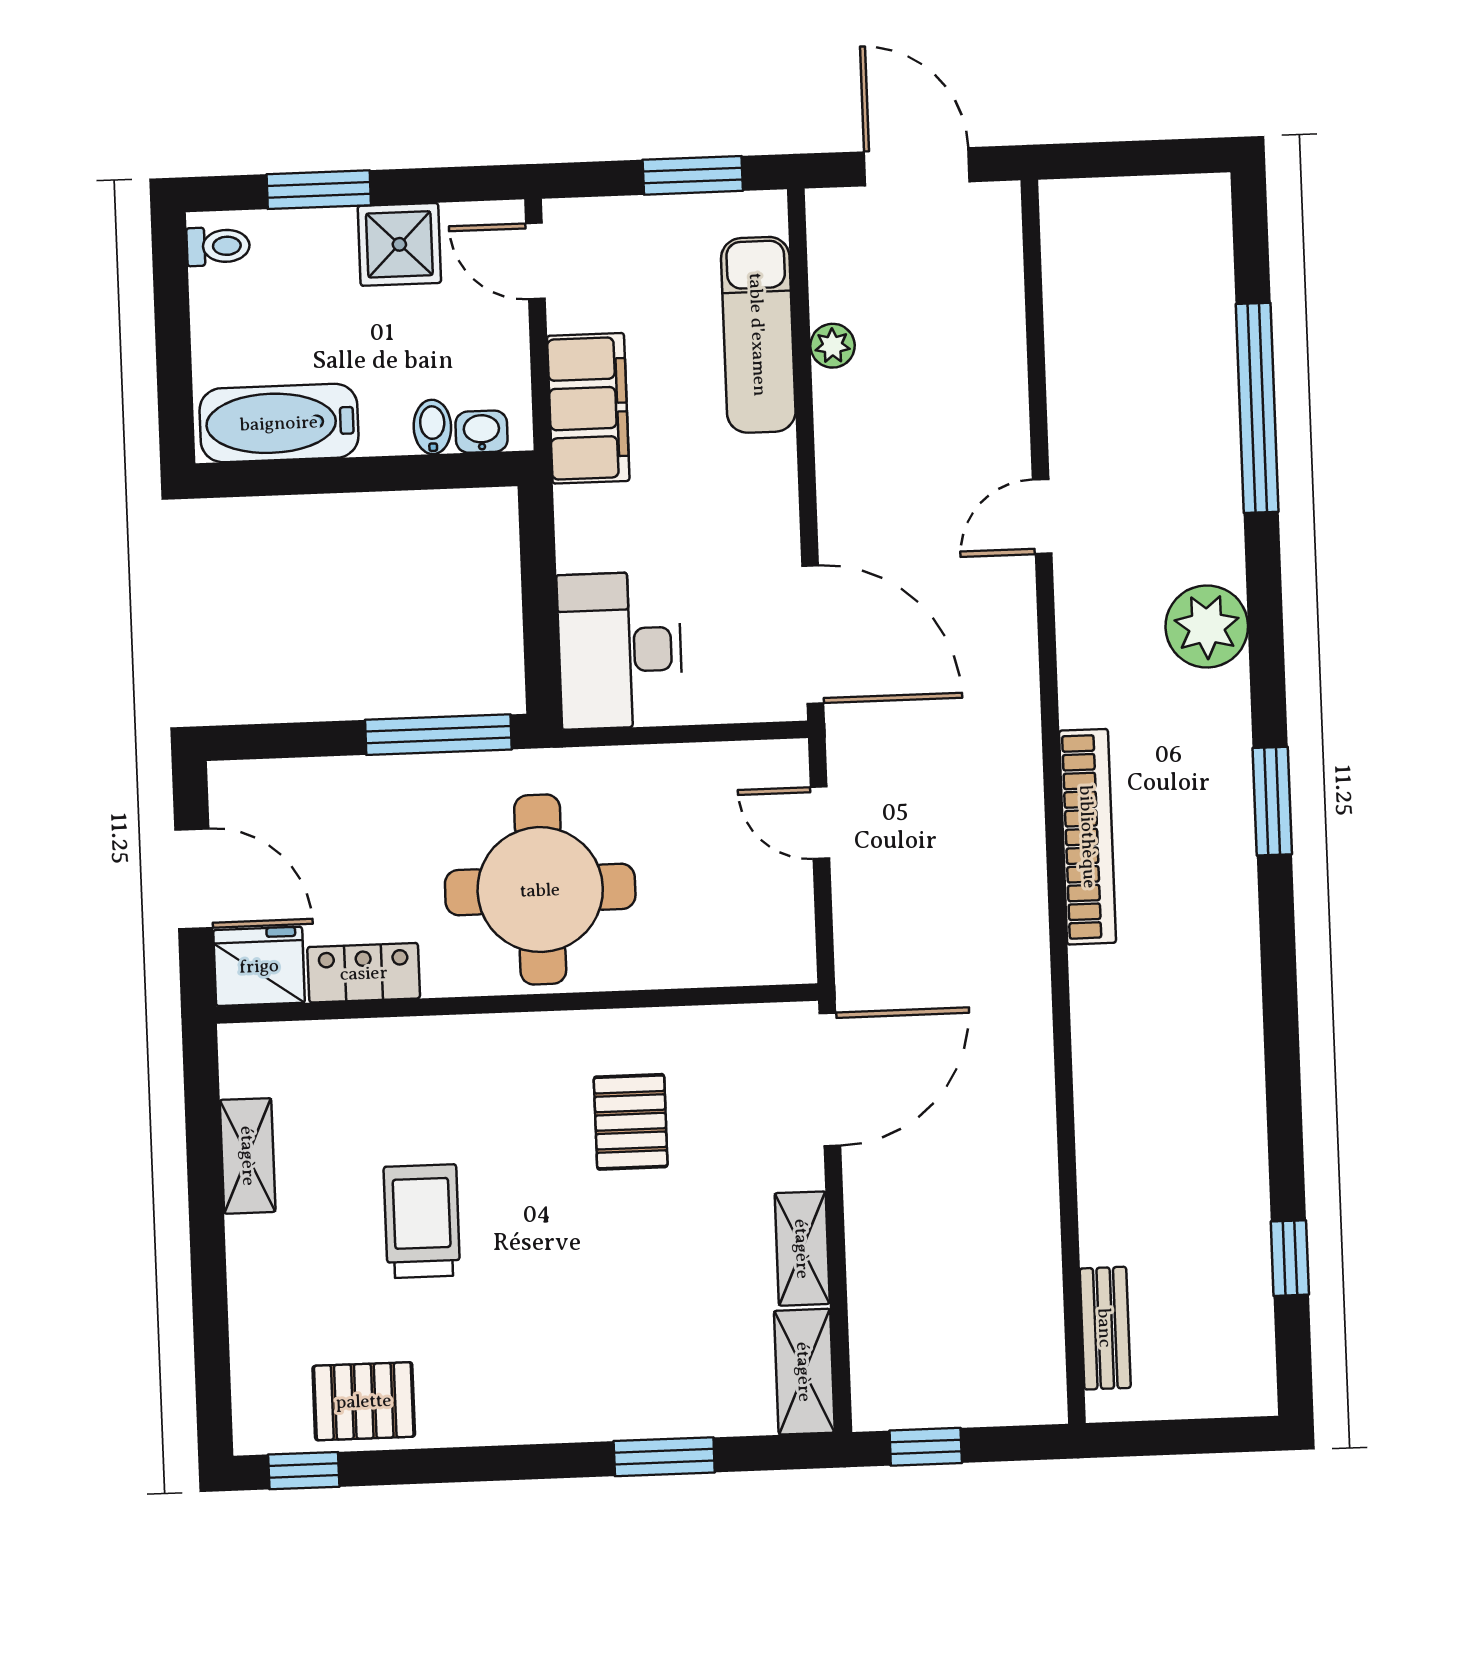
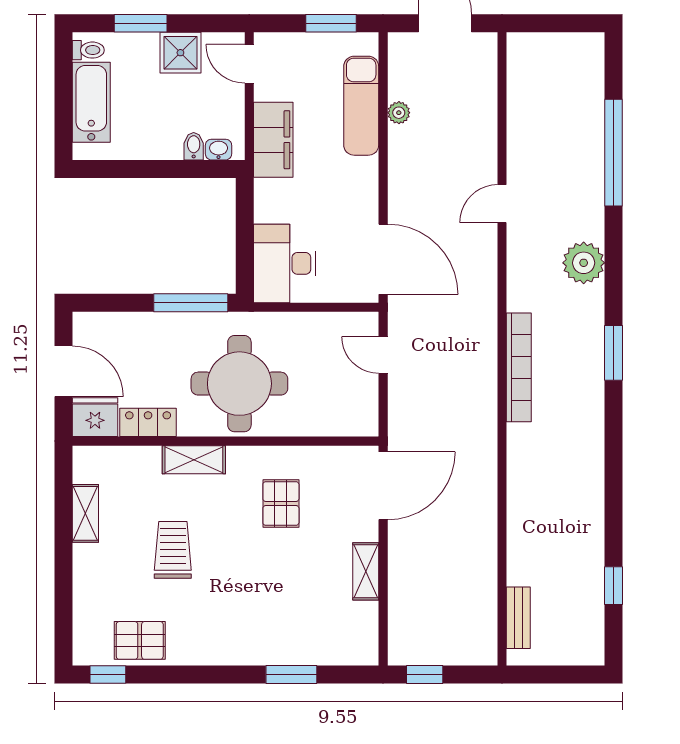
bathtub: (279, 423) -> (91, 102), moved, turned 90
shelving: (804, 1372) -> (194, 460), moved, turned 90

